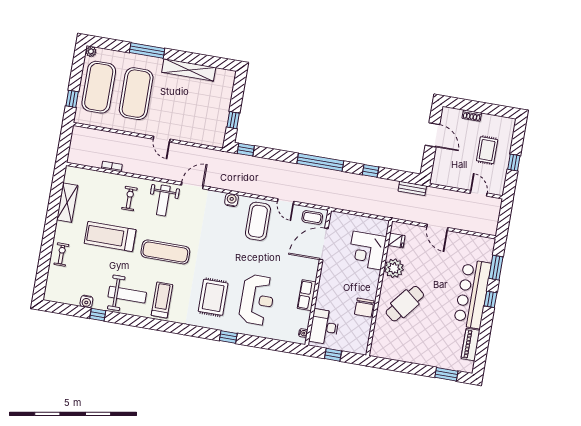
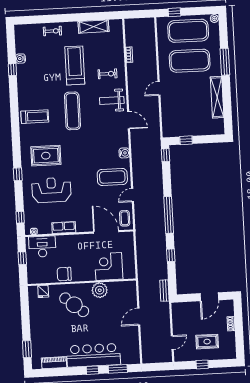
fridge: (396, 241) -> (43, 291), moved
weight bench: (127, 295) -> (33, 89), removed
reception desk: (257, 300) -> (51, 190), turned 180
window: (282, 346) -> (20, 217), added

